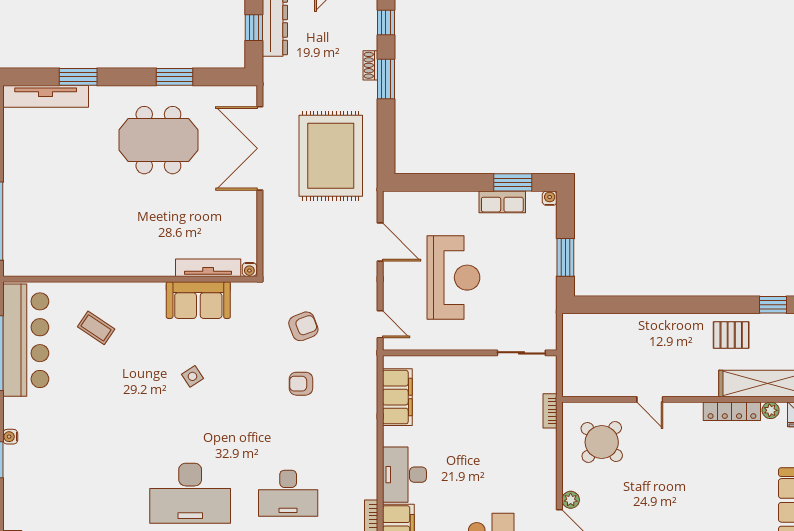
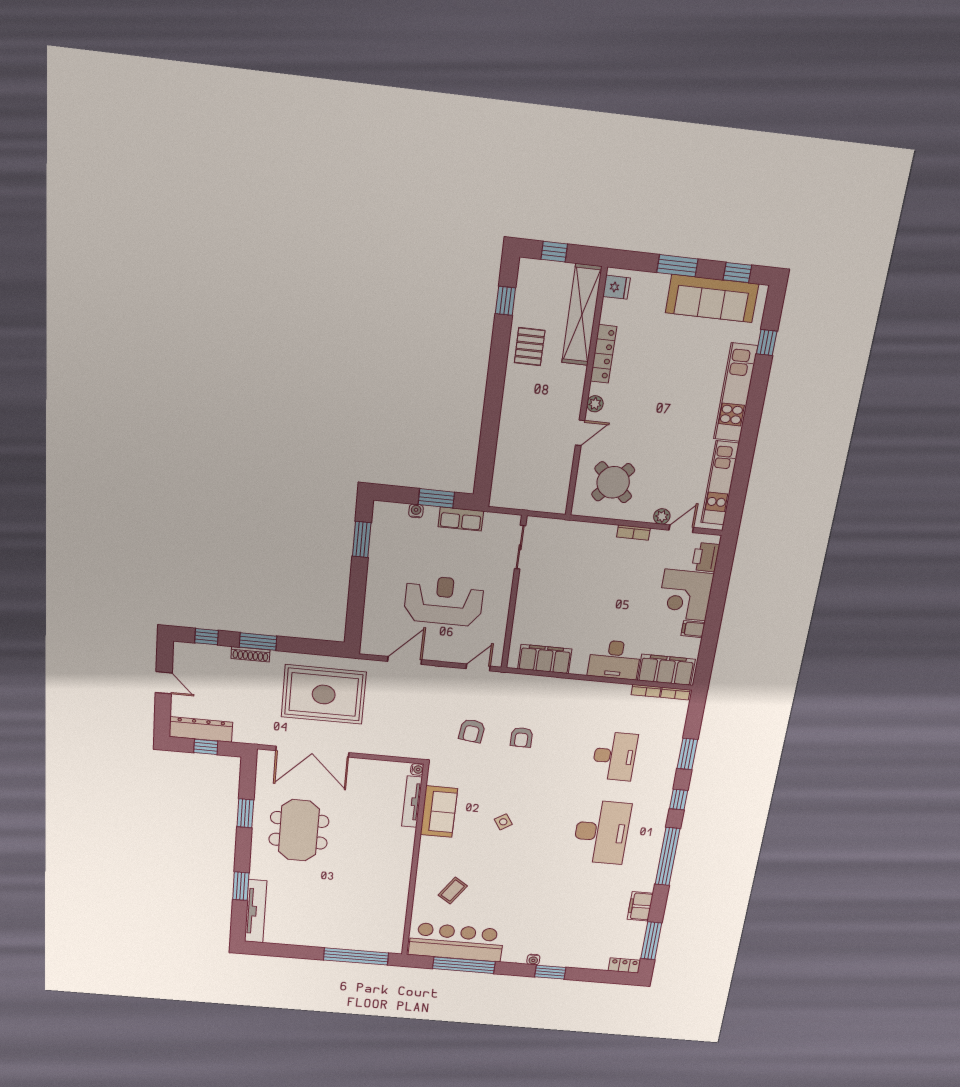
shoe rack: (370, 65) -> (250, 654), width x1.43
water cooler: (550, 198) -> (416, 511), moved, turned 90
row of seats: (502, 202) -> (461, 519), moved, turned 90
armchair: (303, 326) -> (472, 731), turned -152
plant: (771, 410) -> (595, 404), moved
bookcase: (550, 411) -> (634, 533), moved

